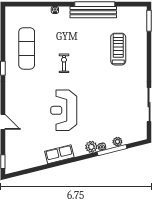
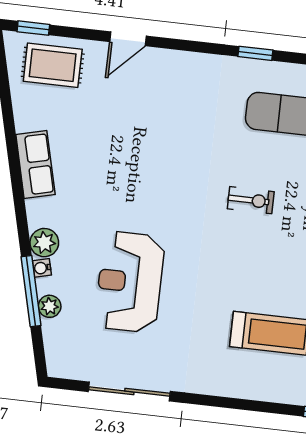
reception desk: (64, 110) -> (130, 282), moved, turned -90
rug: (17, 152) -> (53, 65), added

